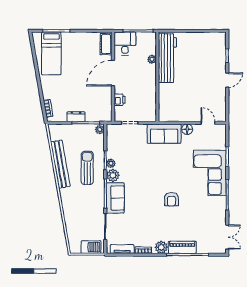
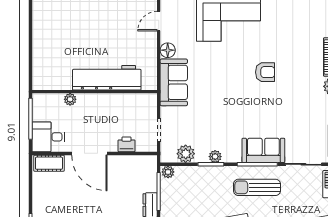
workbench: (167, 58) -> (107, 78), moved
sun lounger: (87, 168) -> (257, 187), moved
plant: (113, 175) -> (186, 154), moved

